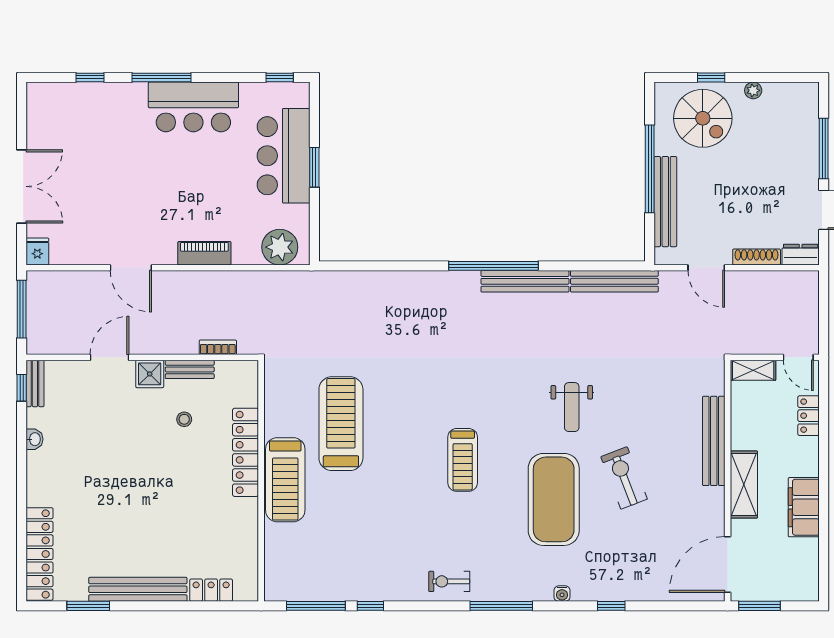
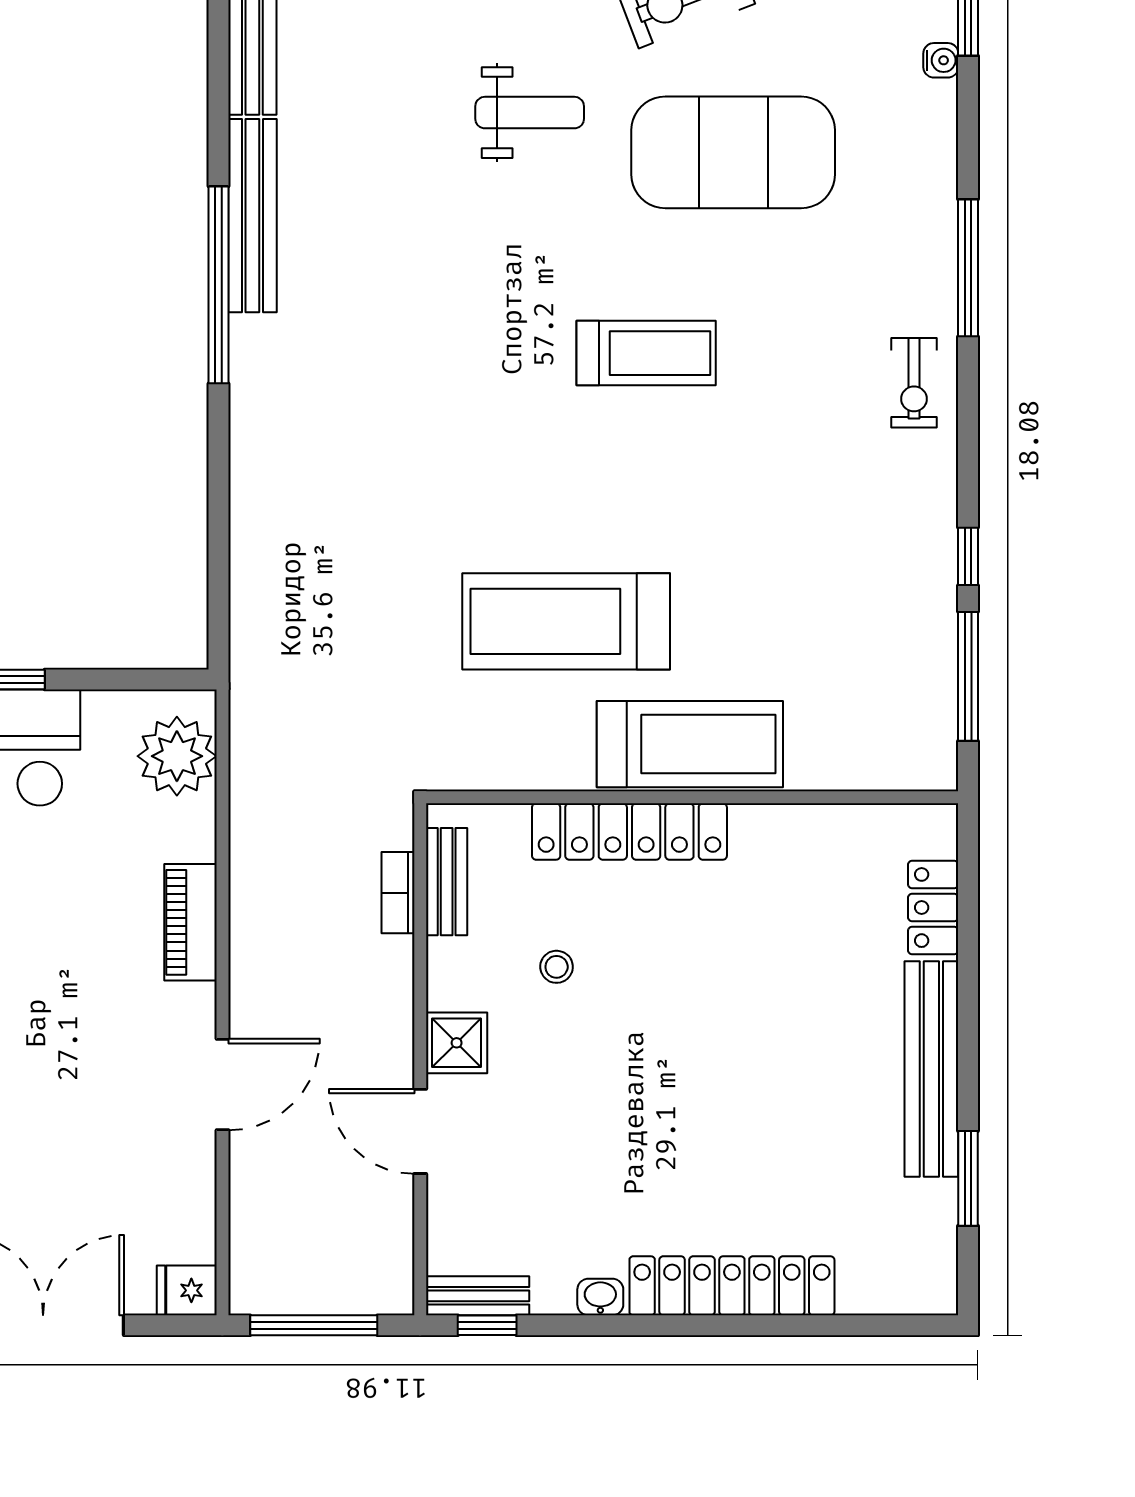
bench: (190, 369) -> (447, 882), moved
locker: (39, 554) -> (732, 1286), moved
water cooler: (562, 594) -> (941, 60), moved

